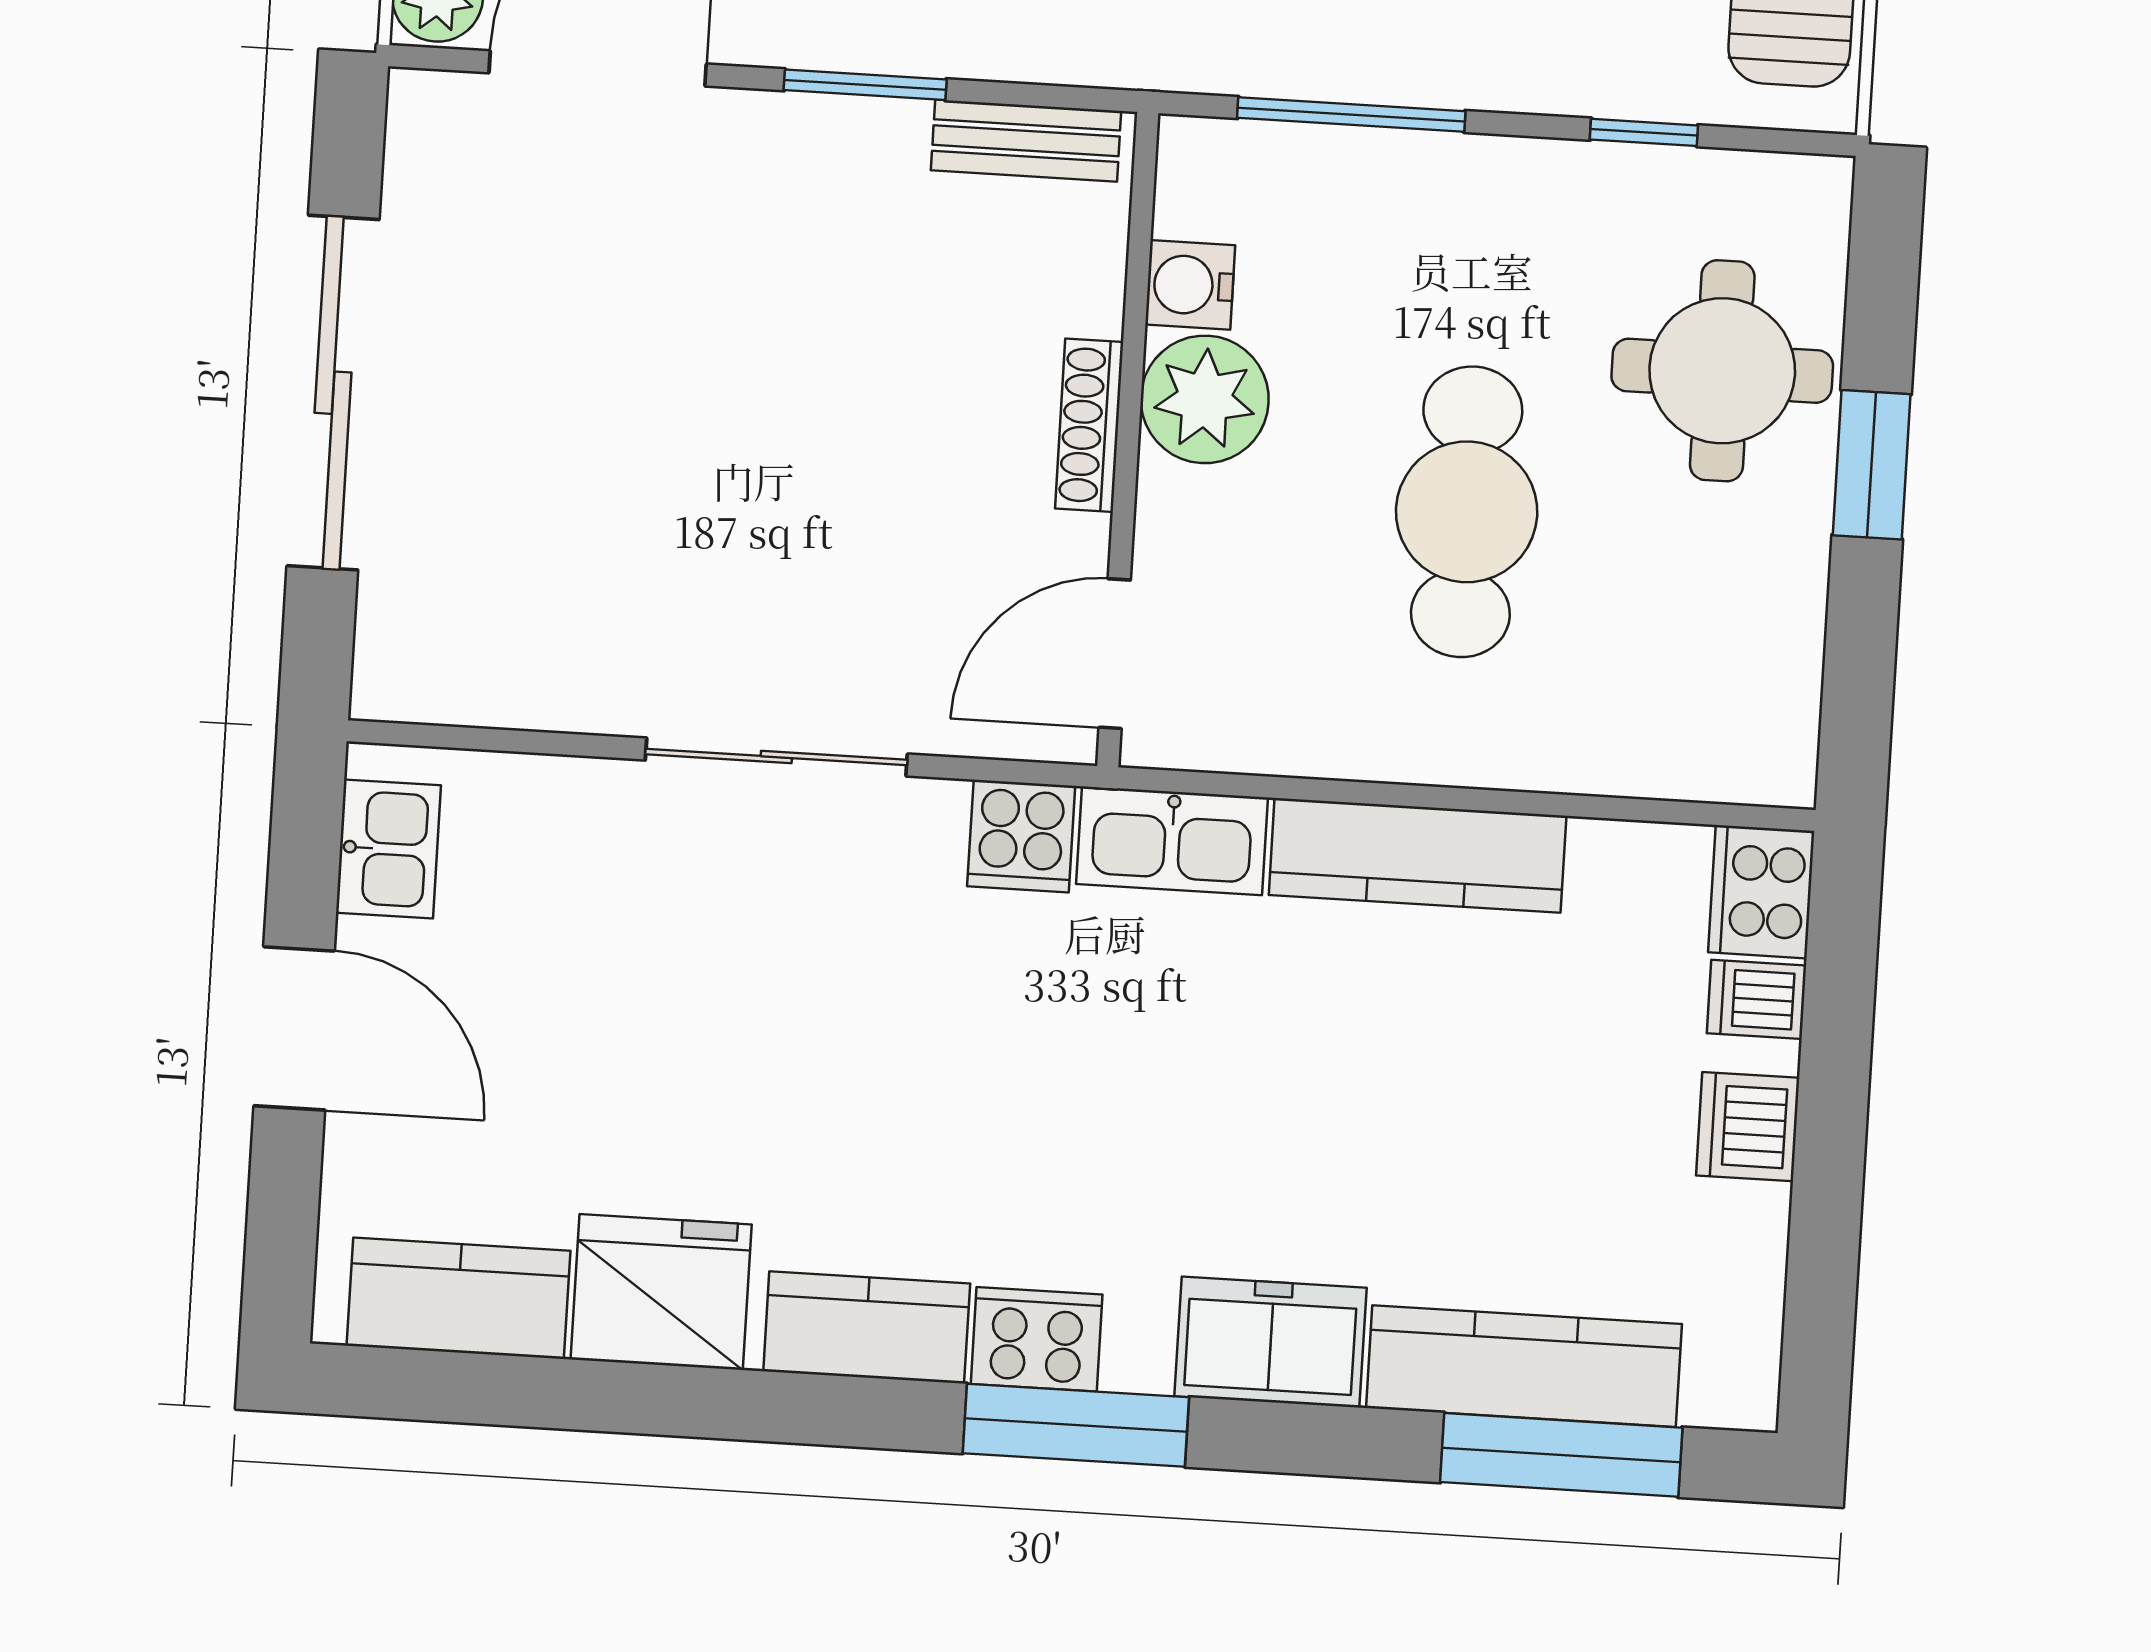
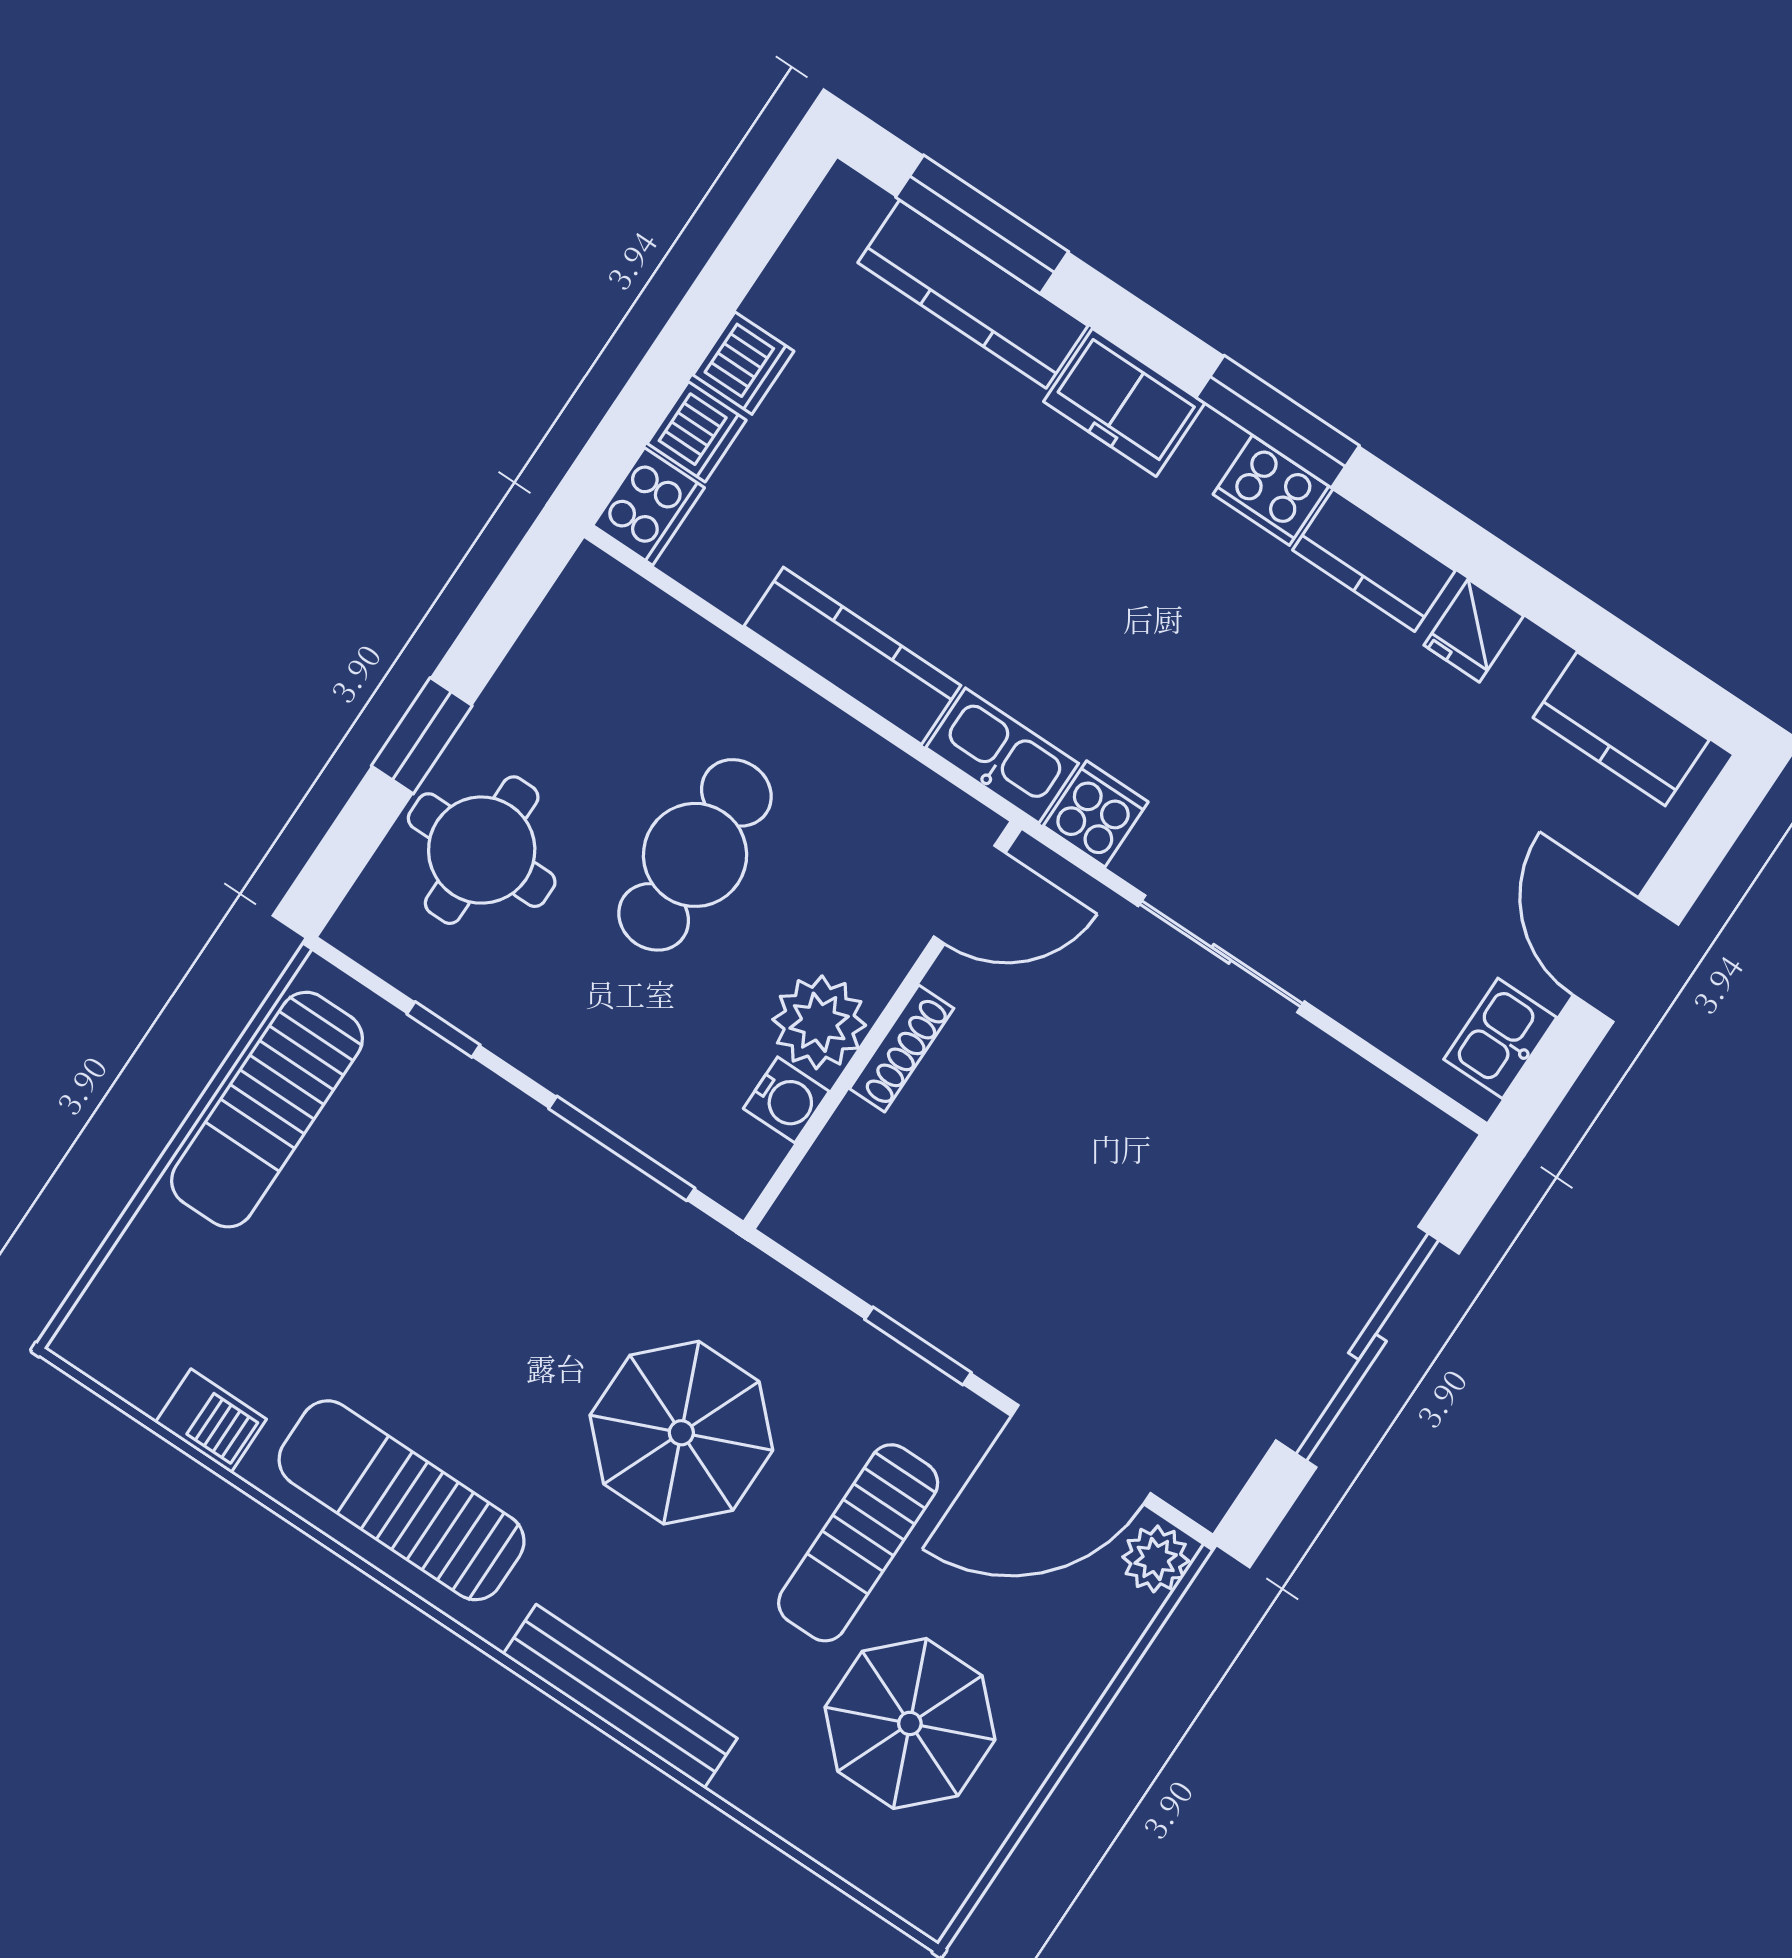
bench: (1026, 141) -> (837, 1251), removed
dishwasher: (1757, 999) -> (697, 432), width x1.38
fridge: (661, 1292) -> (1474, 631), width x0.53, depth x0.75

